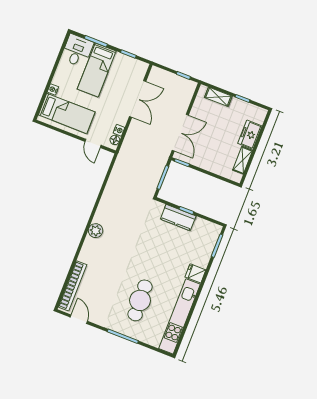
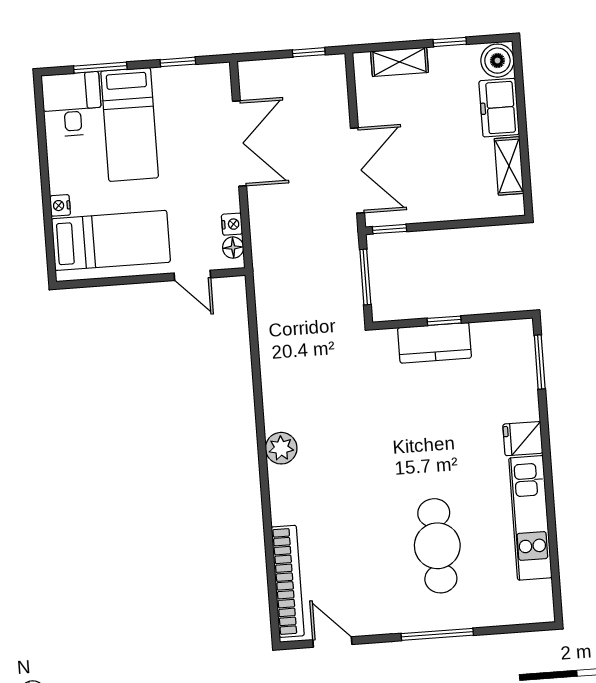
boiler: (258, 115) -> (497, 61), added
kitchen unit: (180, 316) -> (530, 518), width x0.73

